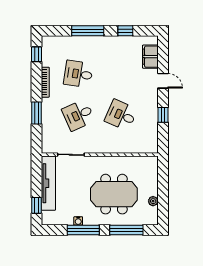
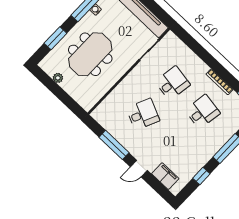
window: (36, 113) -> (203, 54), removed
desk: (78, 115) -> (173, 83), turned 33
window: (163, 115) -> (114, 145), width x2.17
window: (126, 230) -> (55, 38), width x0.69

